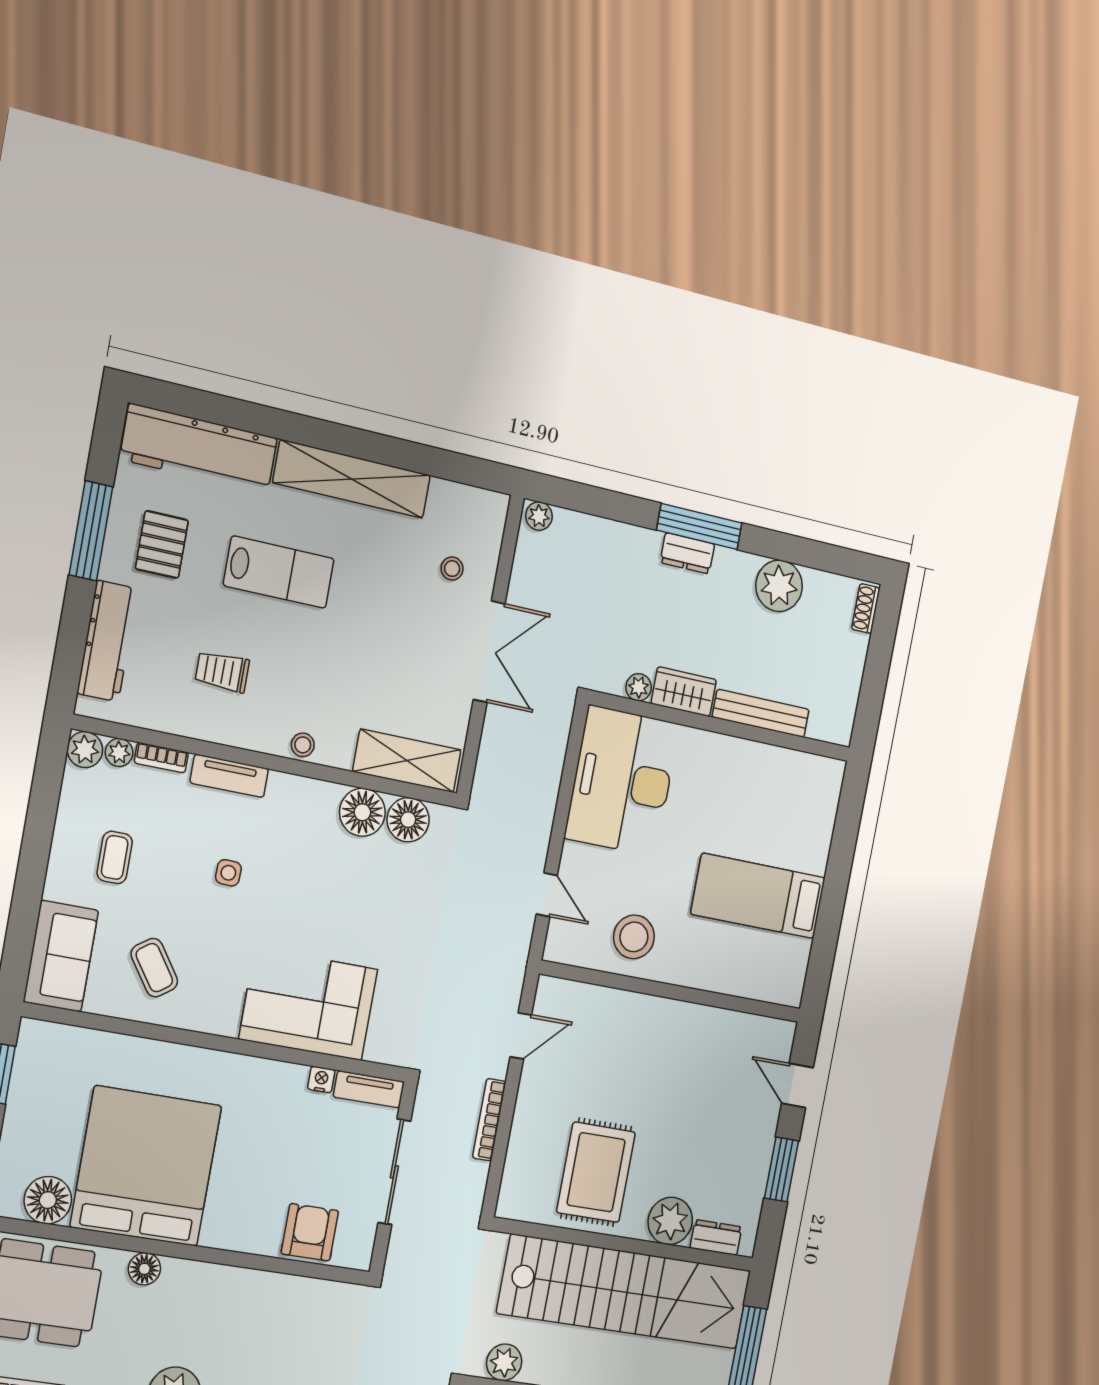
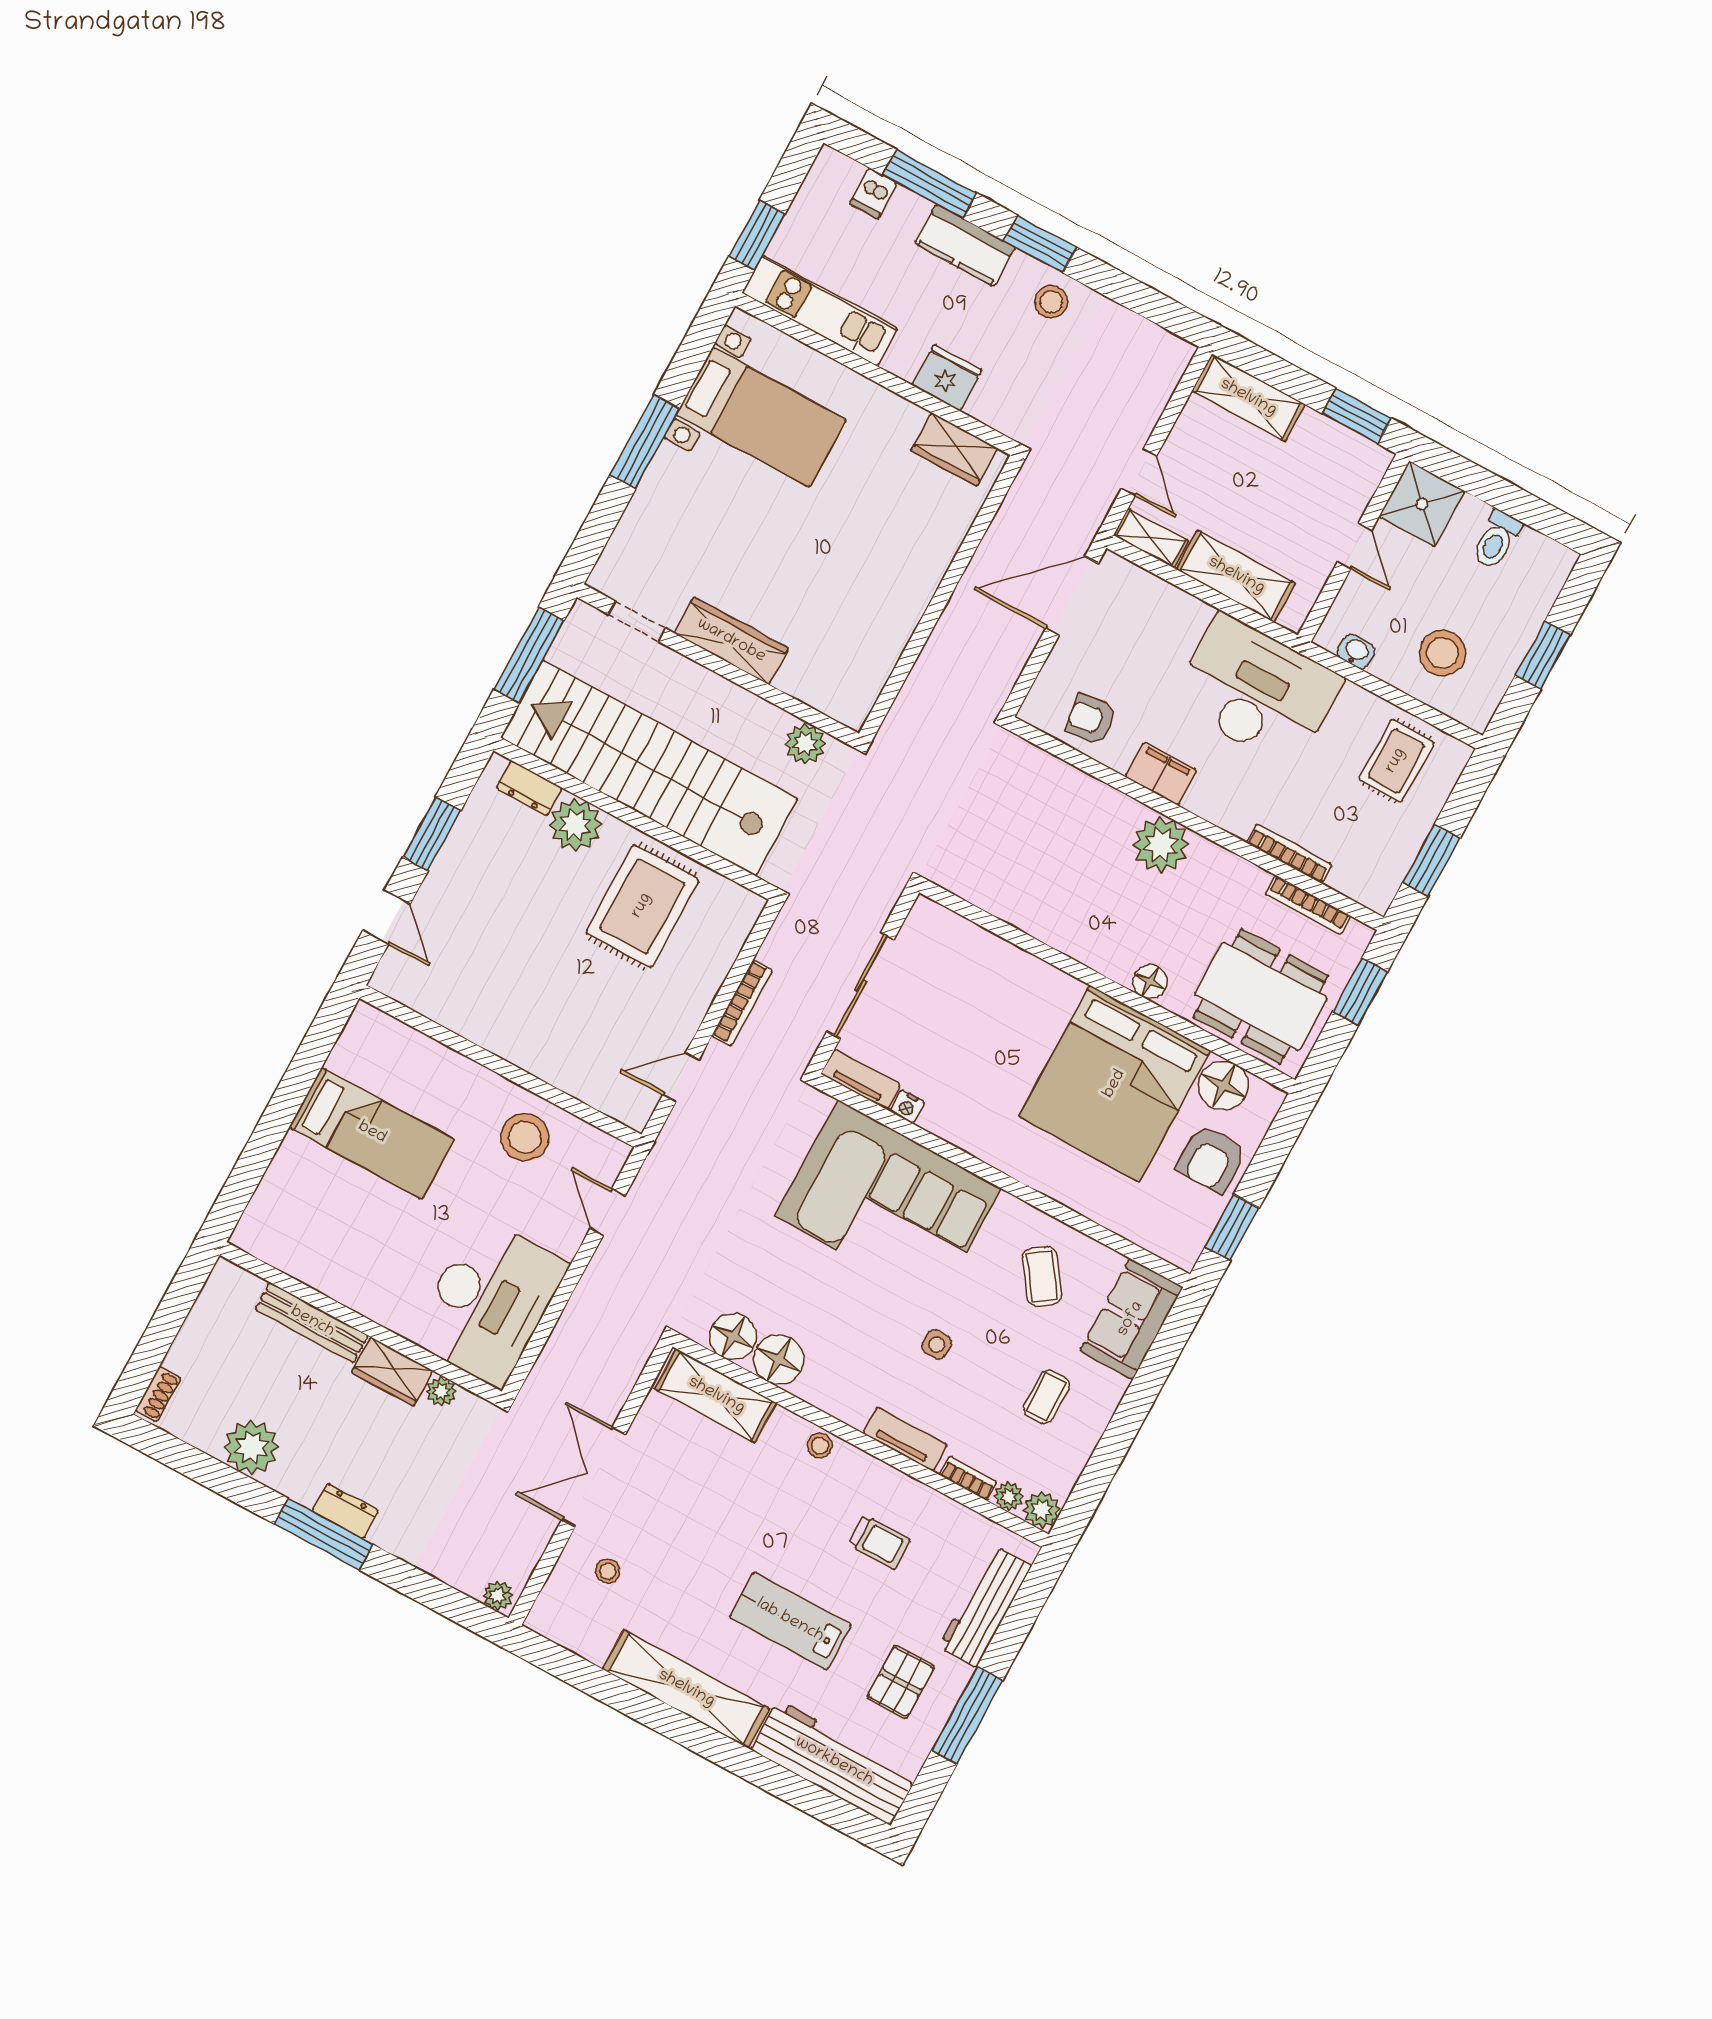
corner sofa: (308, 1004) -> (888, 1202), width x1.36, depth x1.36
armchair: (310, 1232) -> (1211, 1159), moved

